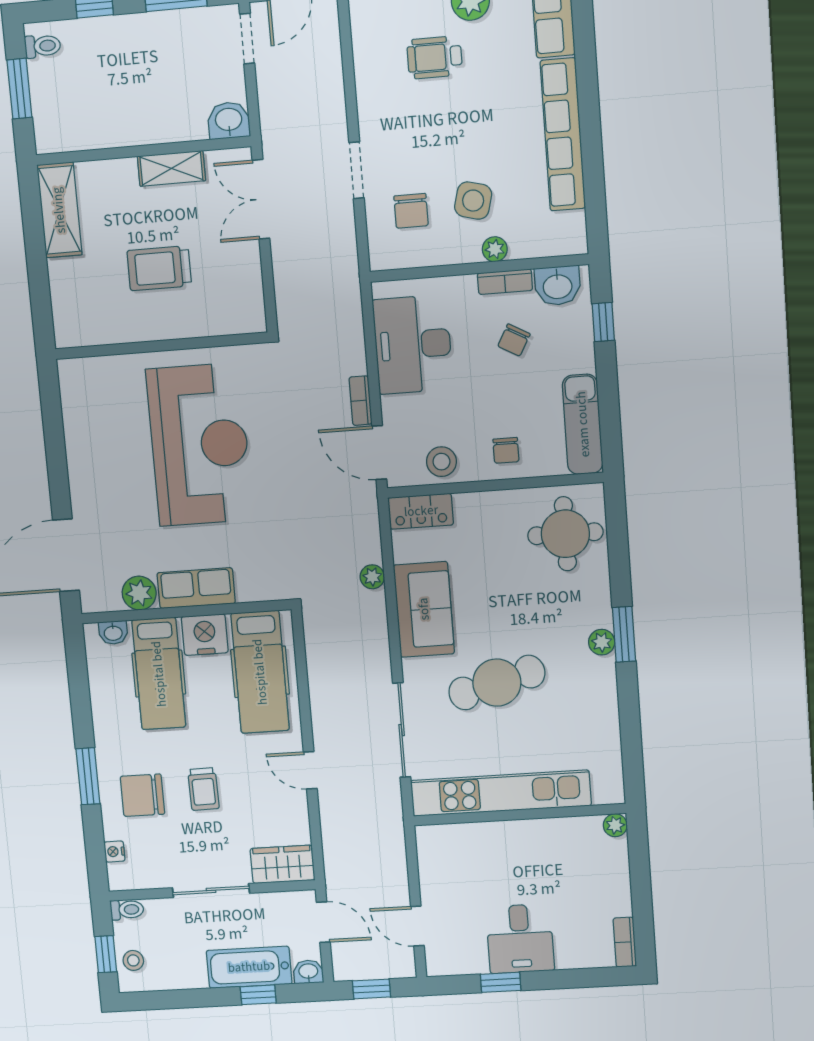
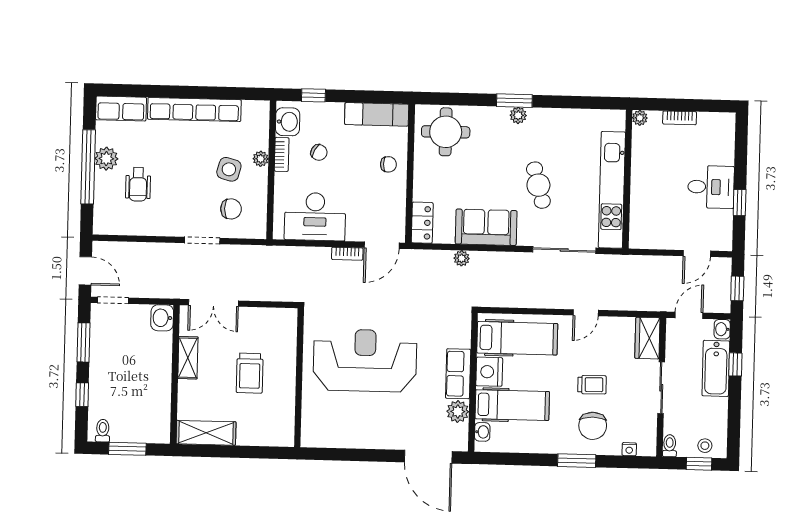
stool: (441, 462) -> (391, 206), removed
cafe table: (497, 683) -> (538, 185), width x0.73, depth x0.74
bookcase: (625, 942) -> (680, 118), moved

